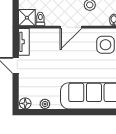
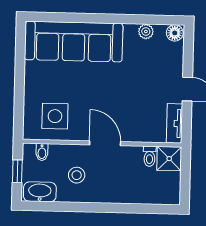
door: (71, 27) -> (105, 143), hinge flipped

